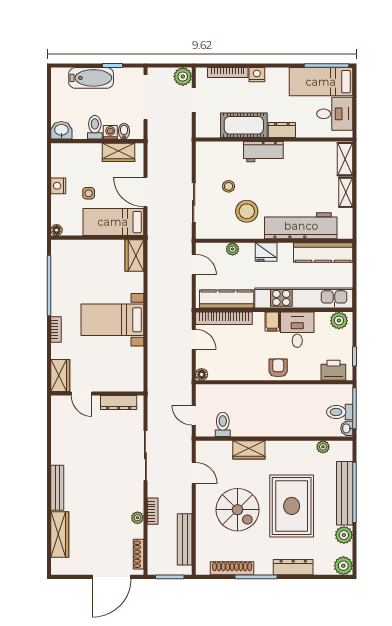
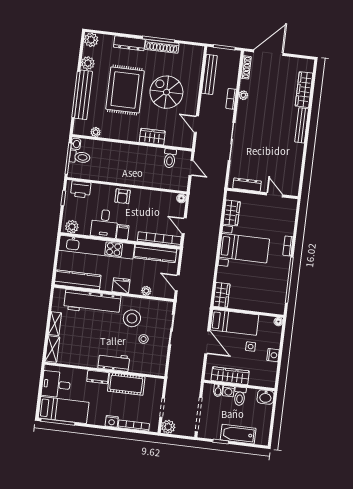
wardrobe: (119, 152) -> (230, 376), width x1.50
wardrobe: (60, 375) -> (232, 213), moved, turned 180
shoe rack: (232, 568) -> (162, 46), moved

